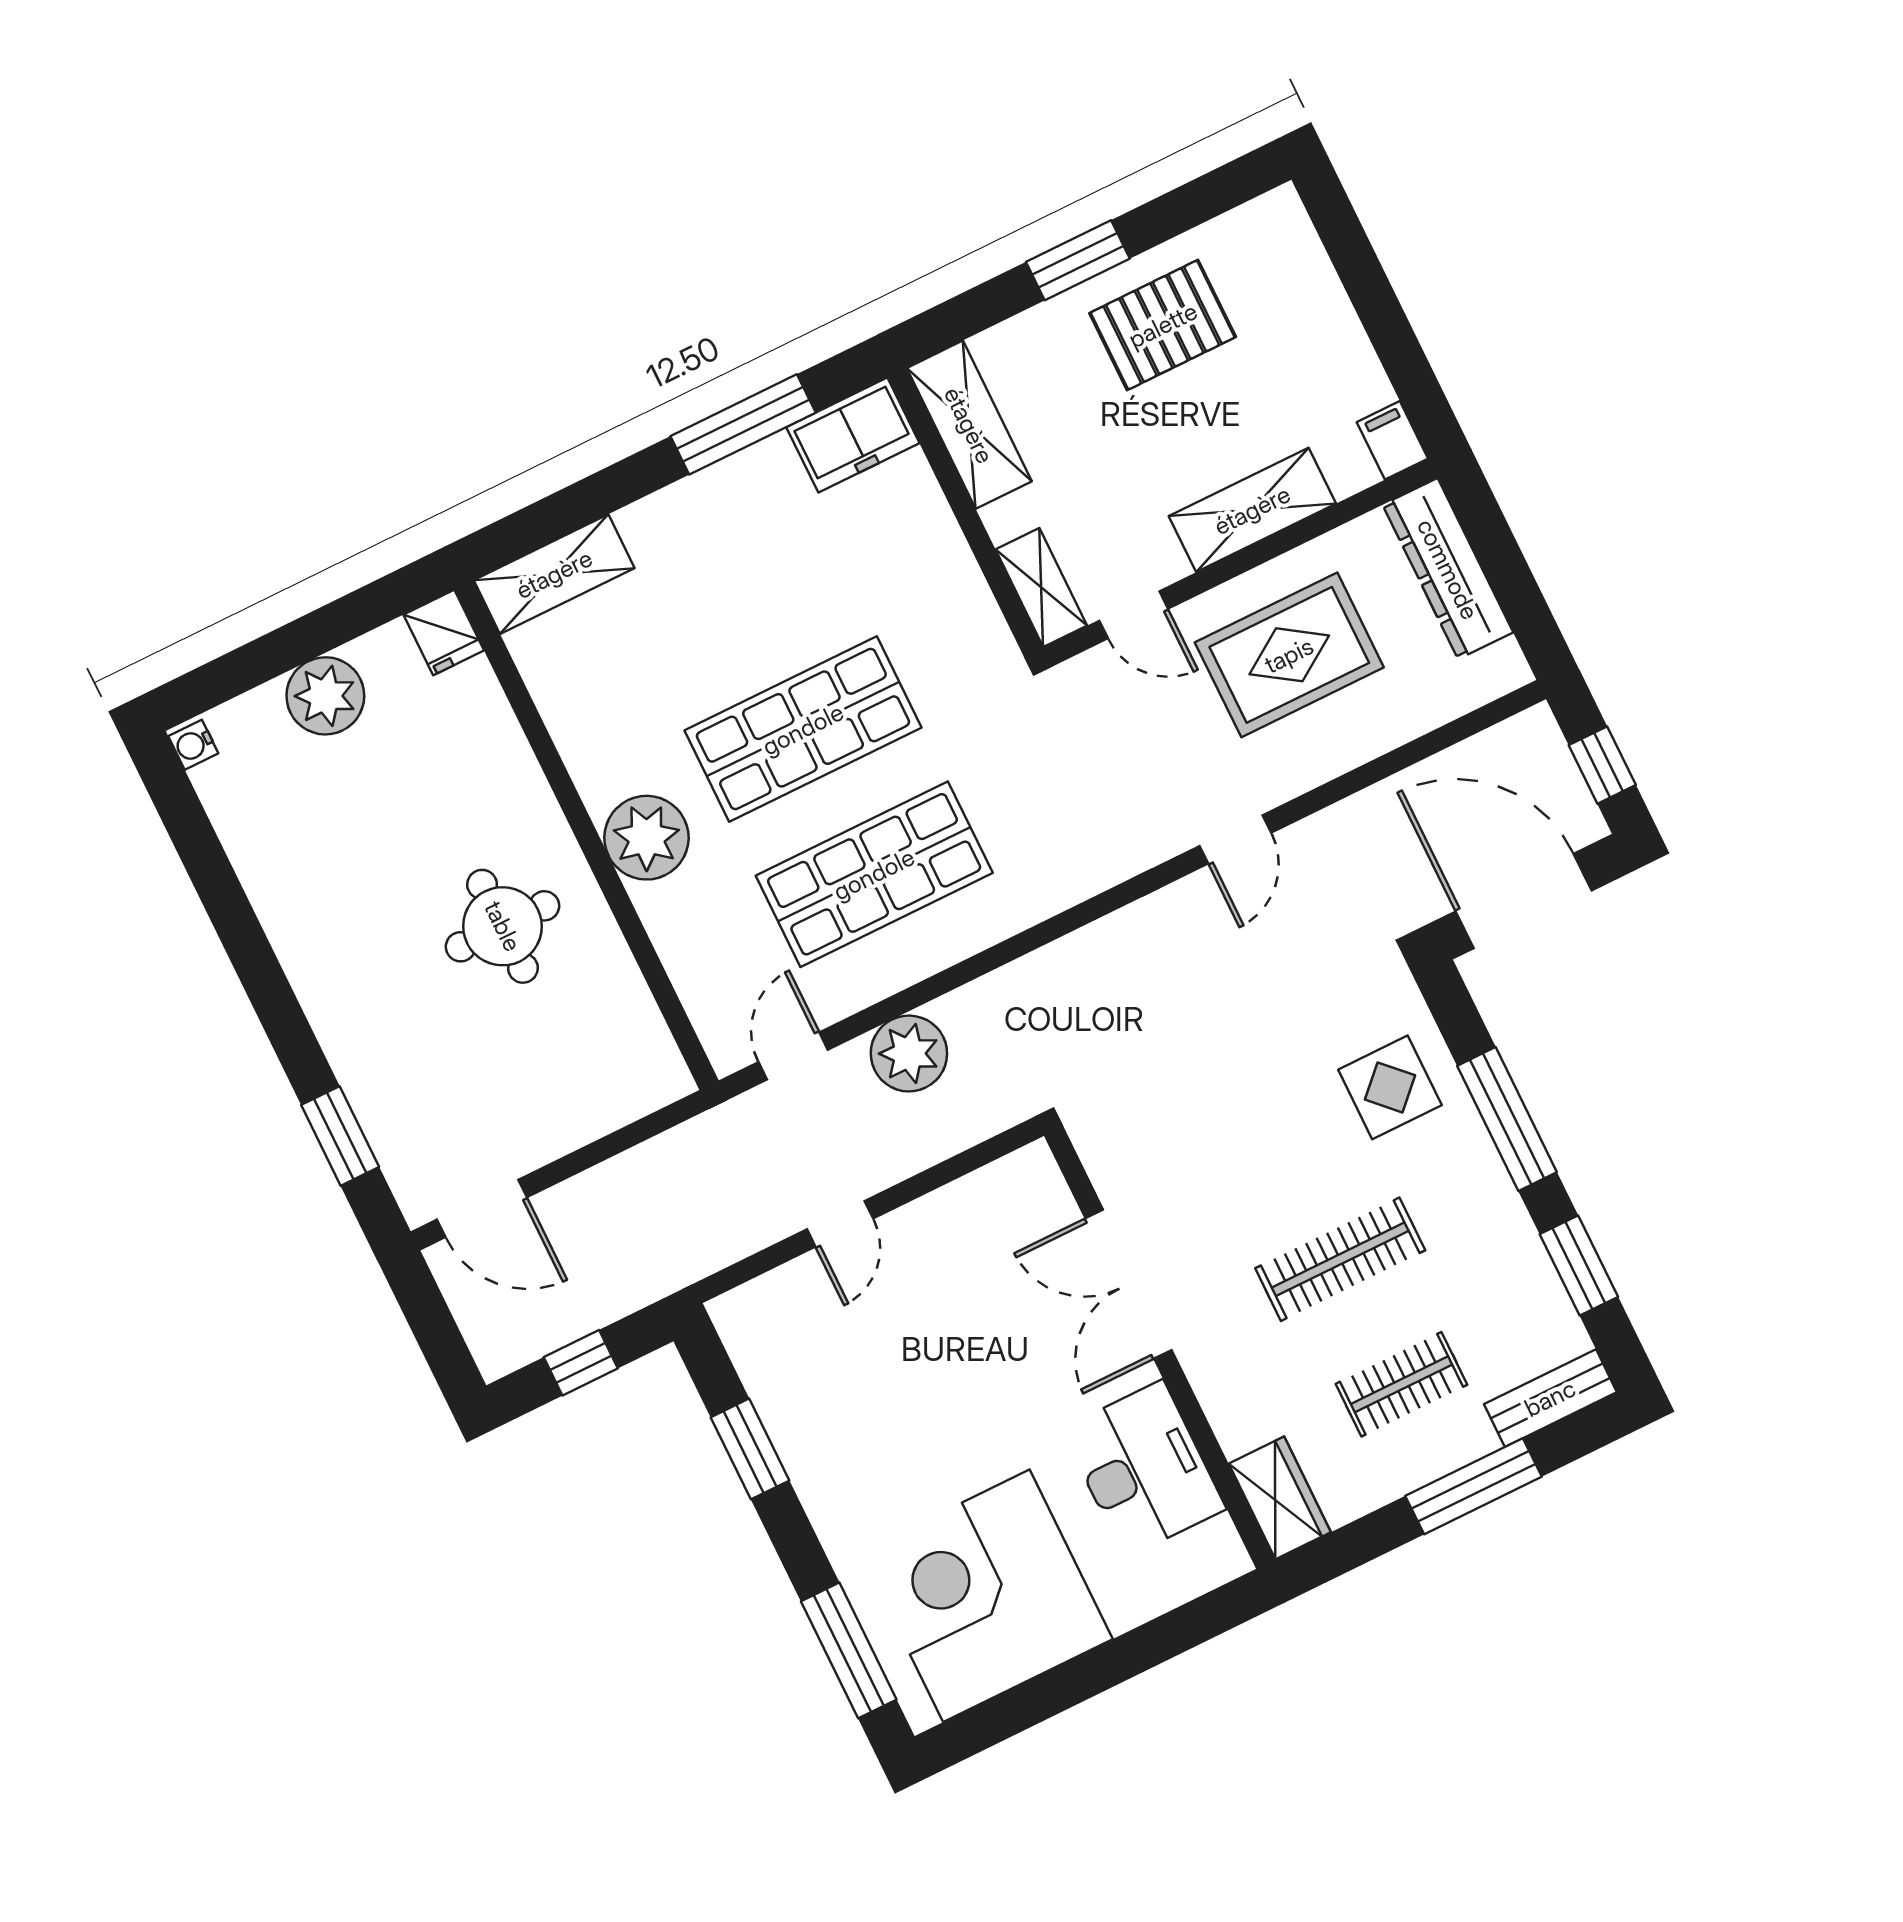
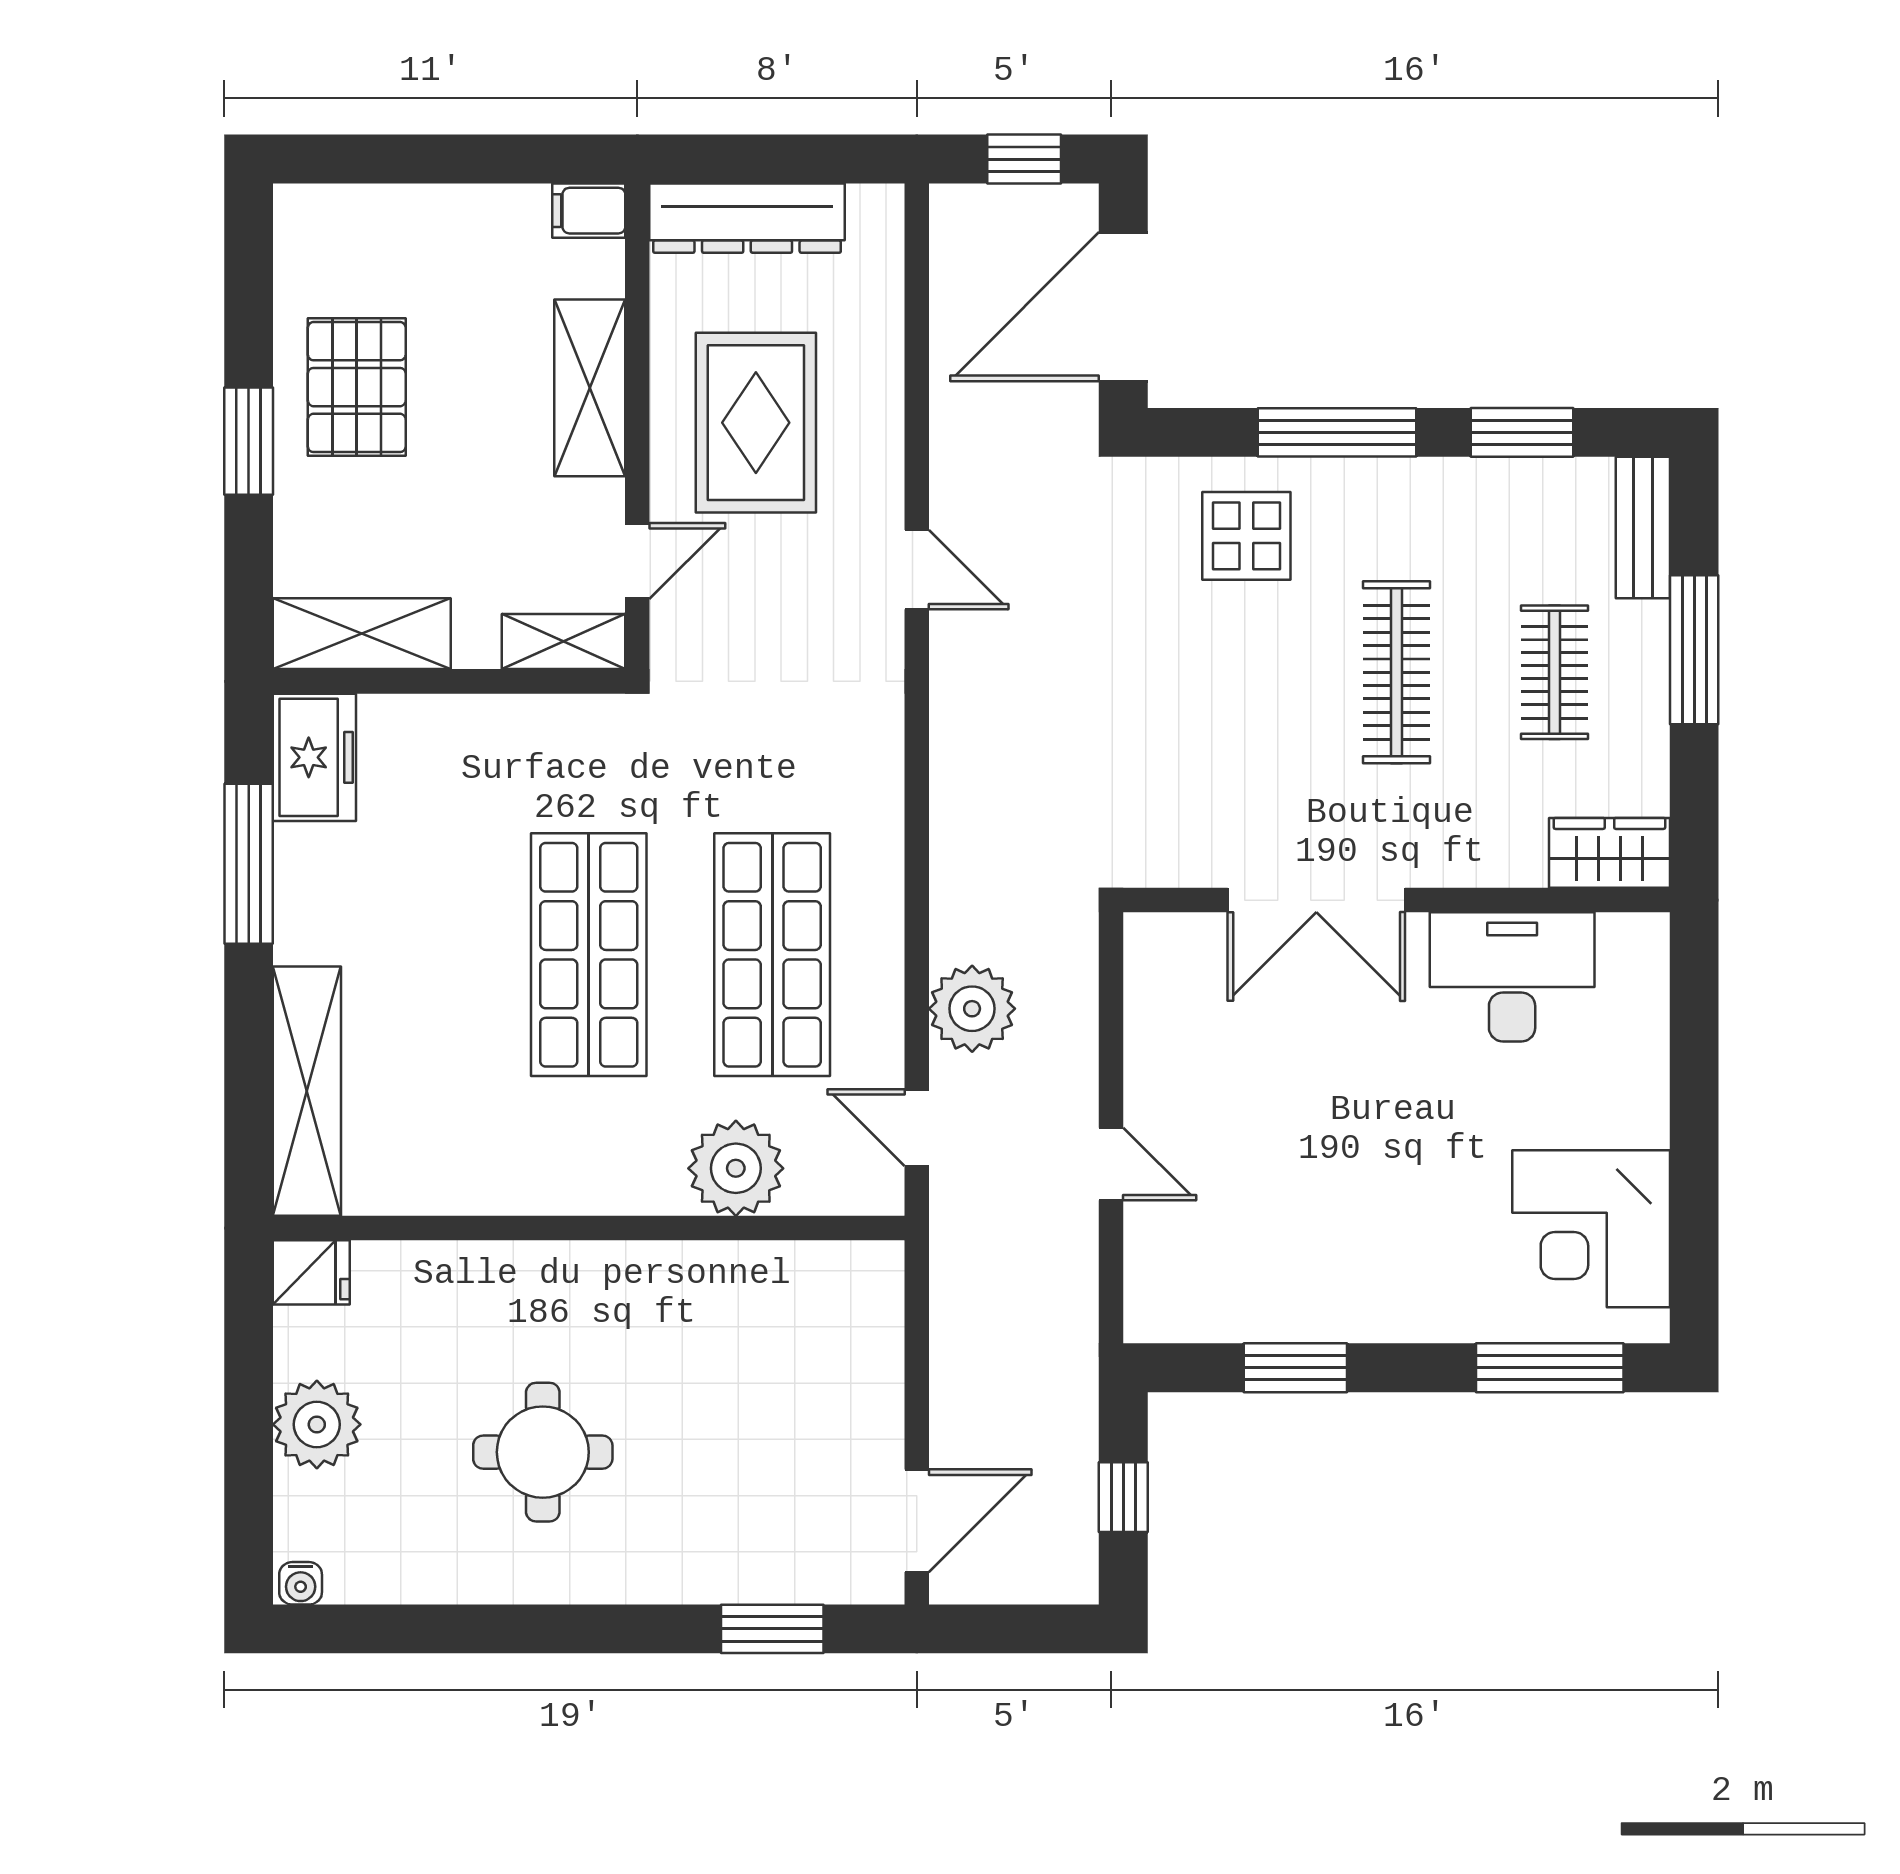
shelving: (554, 574) -> (307, 1091), width x1.47
plant: (646, 838) -> (736, 1168), moved
round table: (503, 926) -> (543, 1452), moved
corner desk: (986, 1596) -> (1591, 1229), width x0.74, depth x0.74

